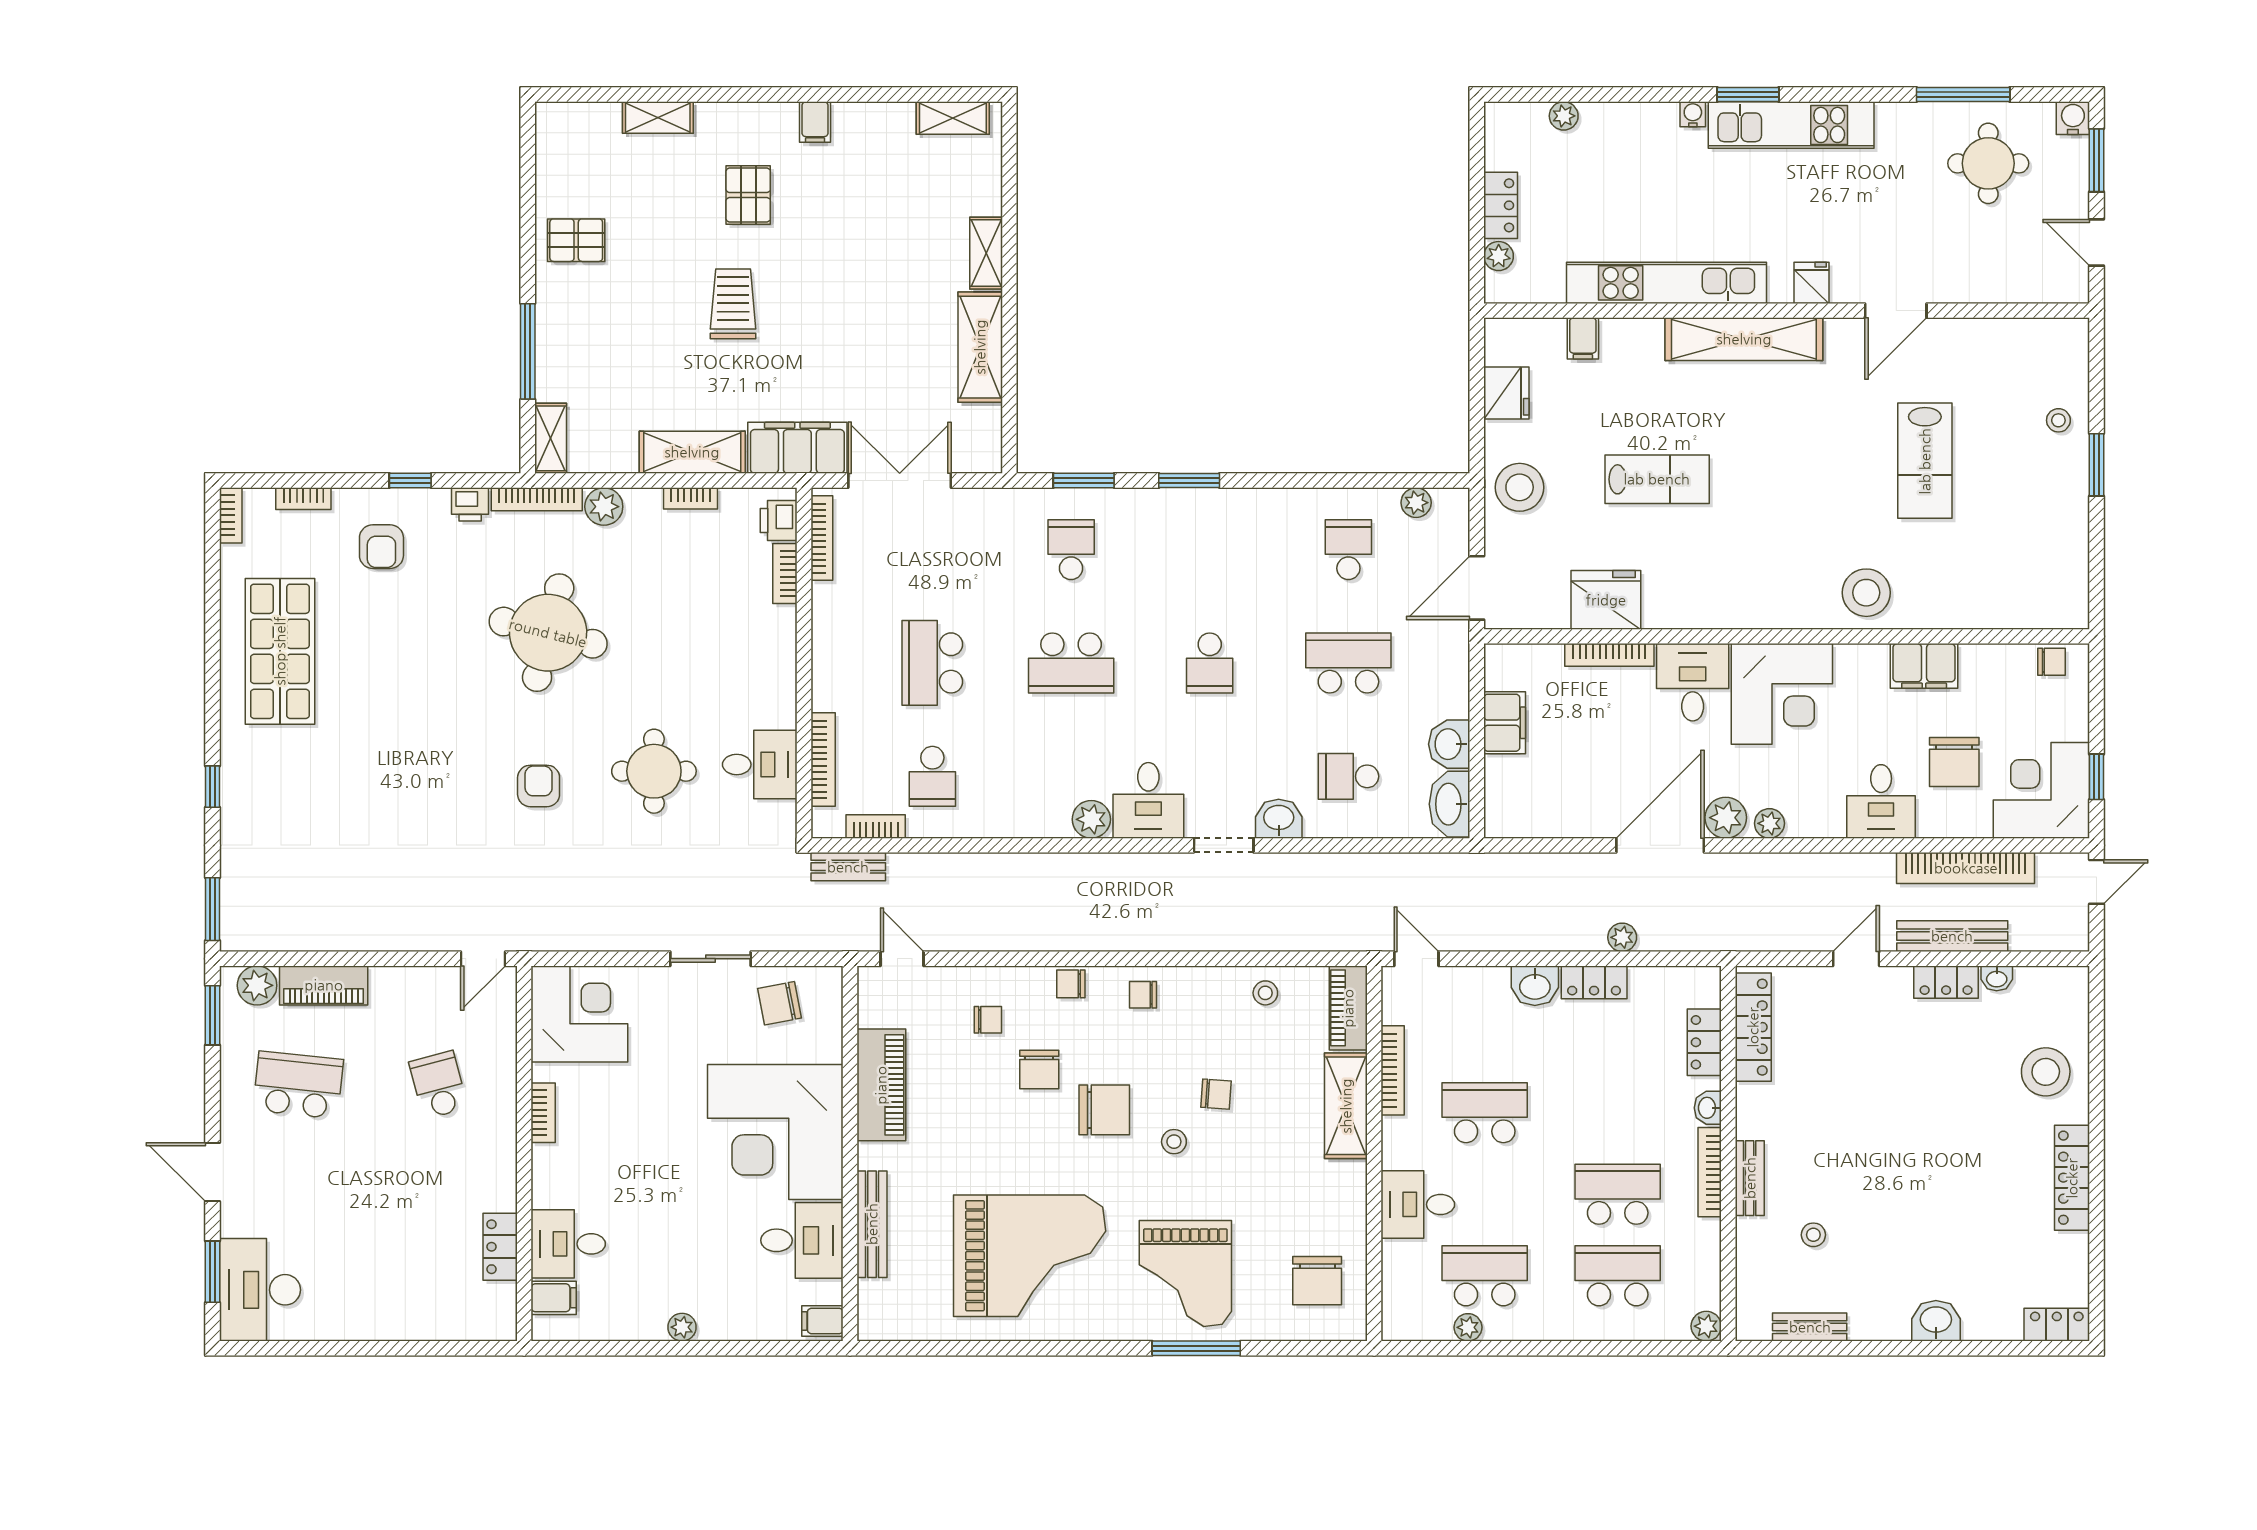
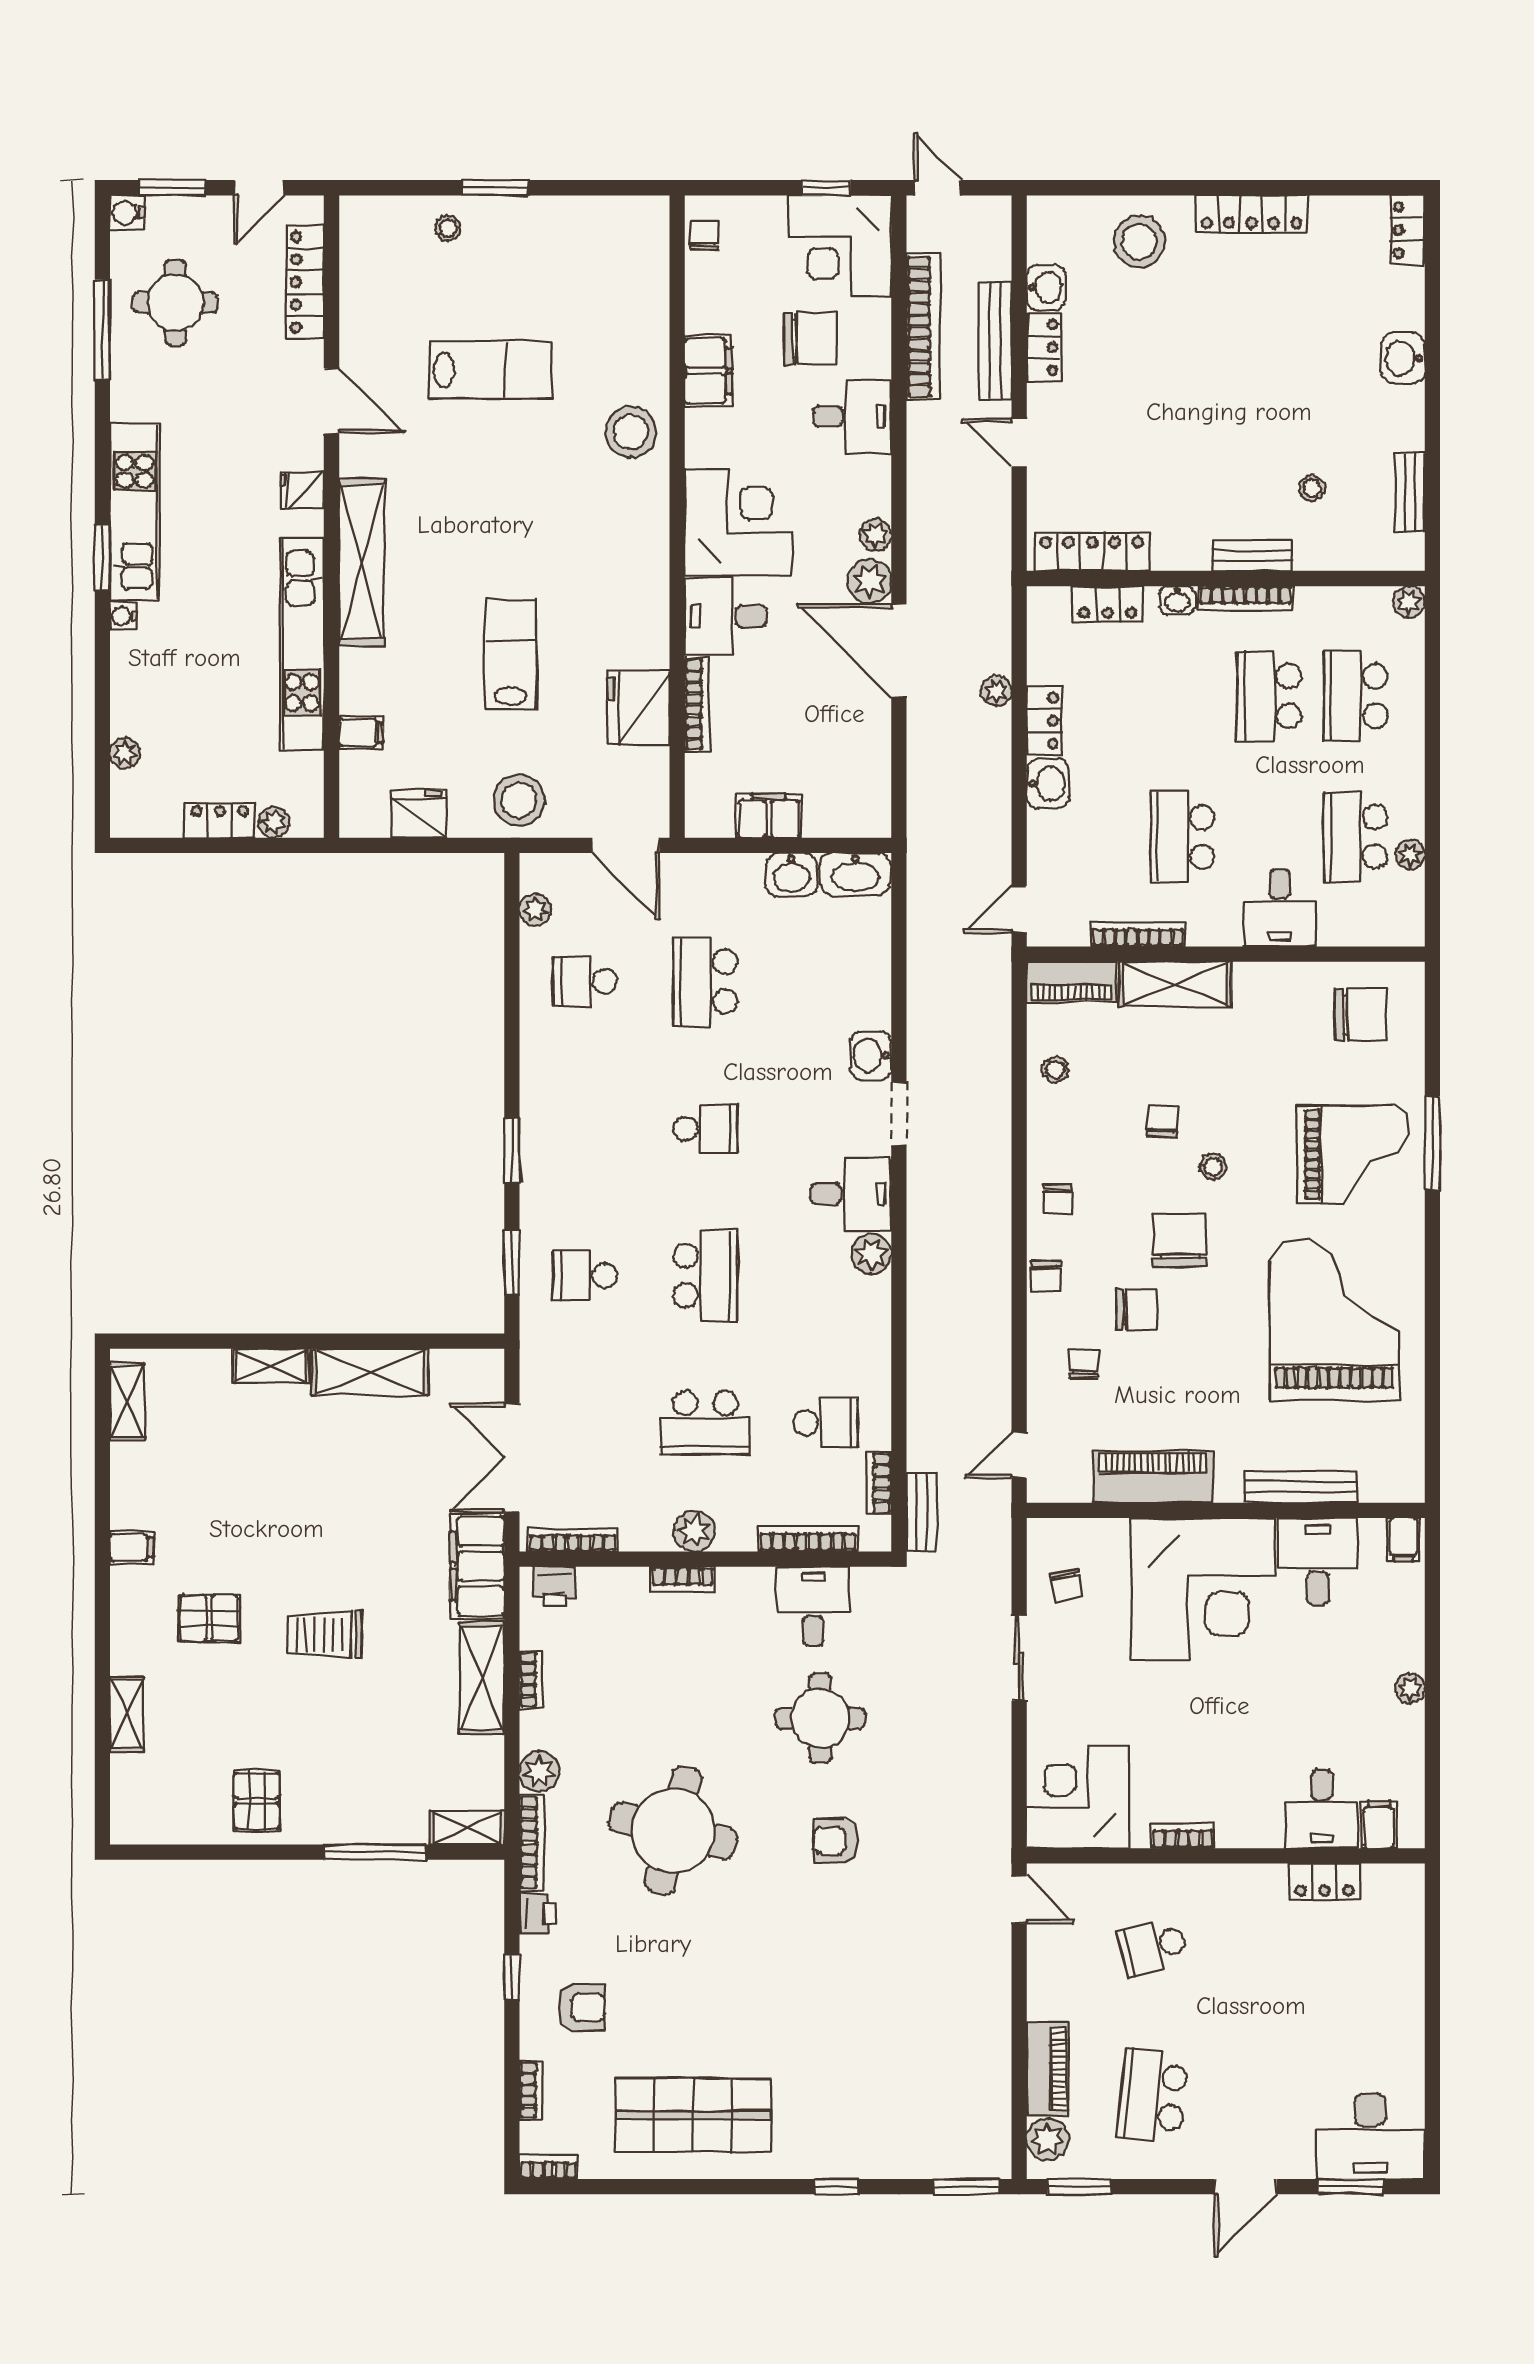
locker: (2008, 286) -> (305, 282), added
bookcase: (785, 573) -> (683, 1579), moved
plant: (830, 653) -> (694, 1531), added
school desk: (1348, 776) -> (826, 982), removed
washbasin: (1997, 978) -> (1046, 287), width x1.38, depth x1.45
chair: (779, 1003) -> (1066, 1585), width x0.73, depth x0.73

